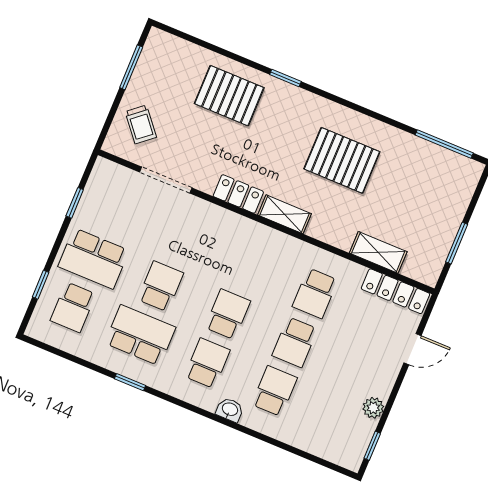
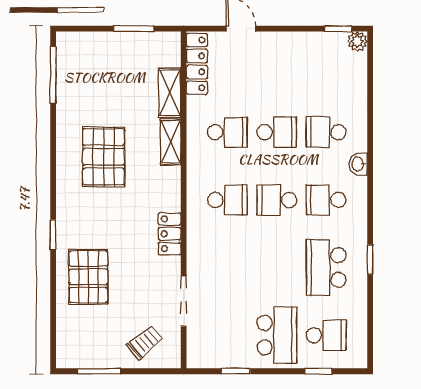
shelving: (285, 214) -> (171, 142), moved
school desk: (161, 286) -> (228, 200), moved, turned 180
plant: (373, 408) -> (357, 41), moved

